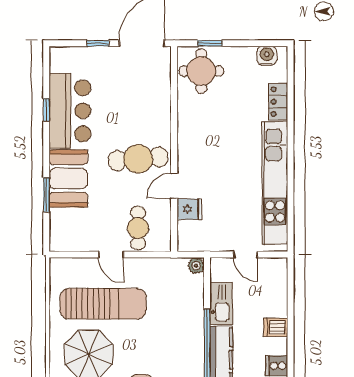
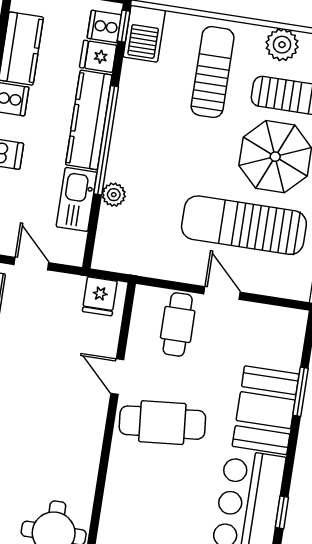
door: (174, 186) -> (117, 377), swing flipped
fridge: (189, 209) -> (100, 296), moved, turned -90
plant: (196, 266) -> (114, 195), moved

